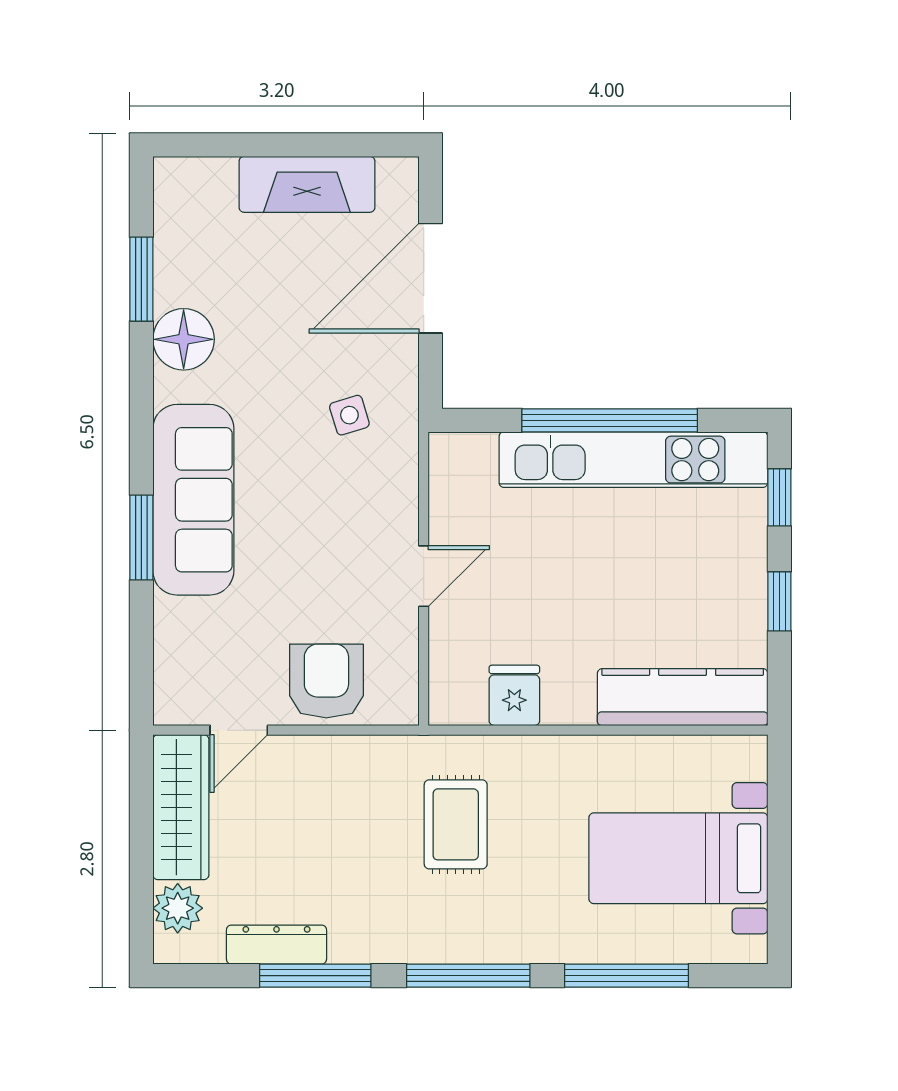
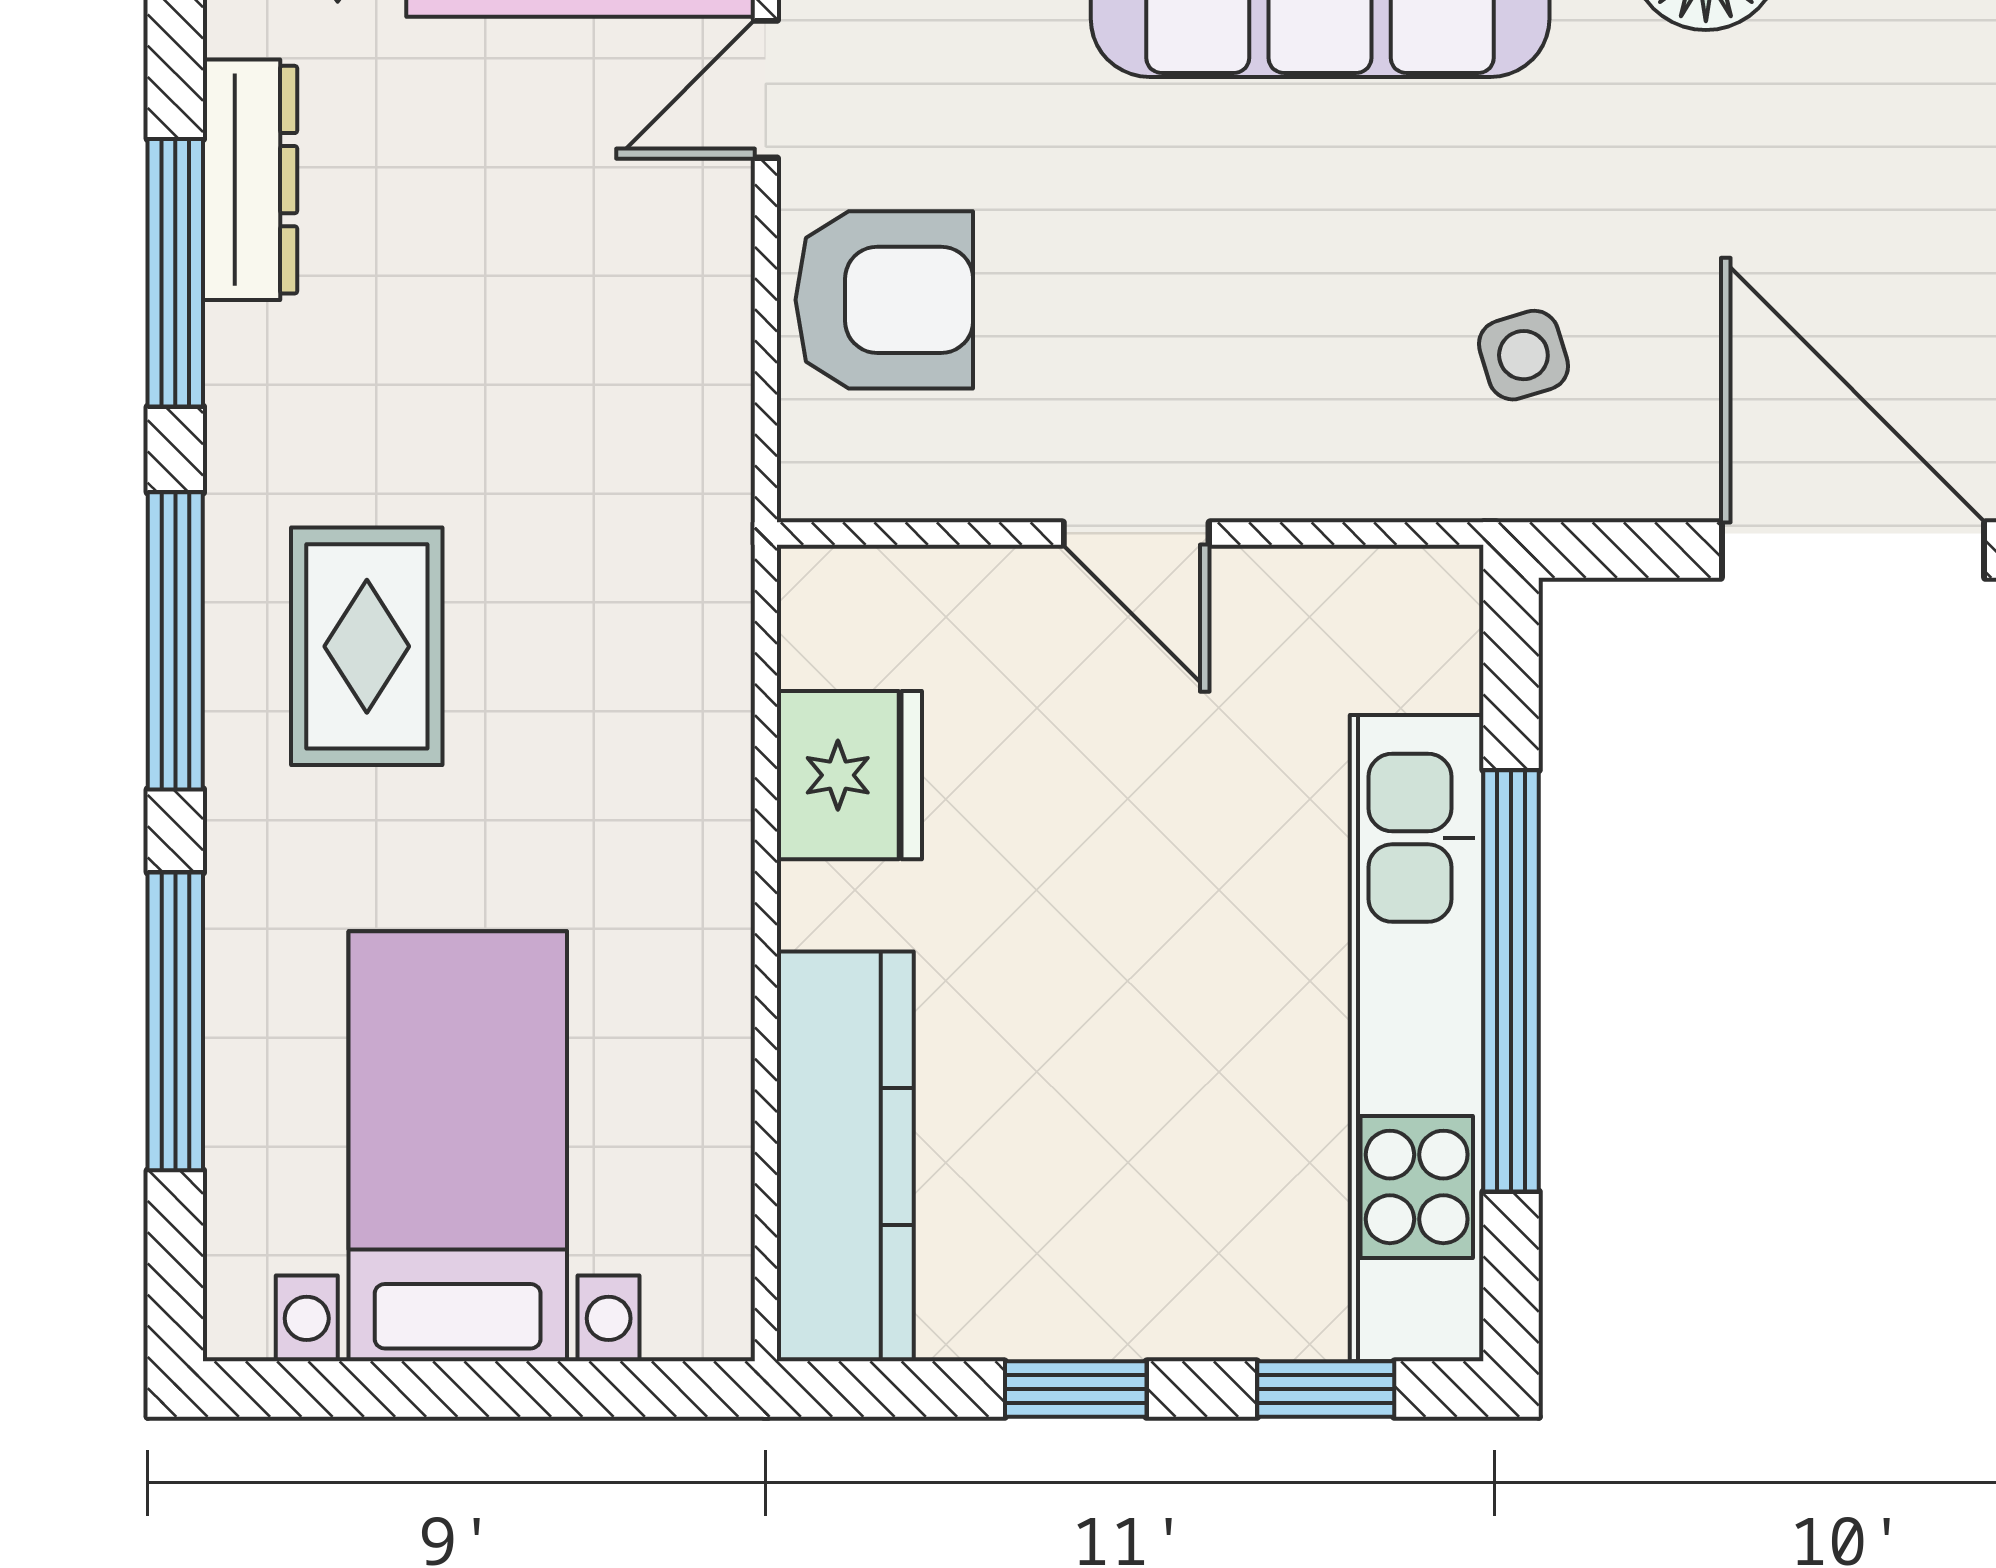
fridge: (514, 695) -> (849, 775), width x1.38
door: (239, 730) -> (766, 89), hinge flipped
rug: (456, 824) -> (367, 646), moved, turned 90

